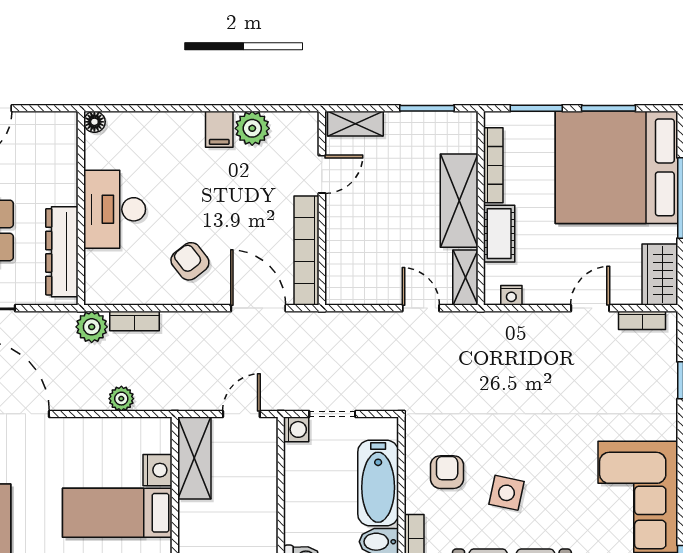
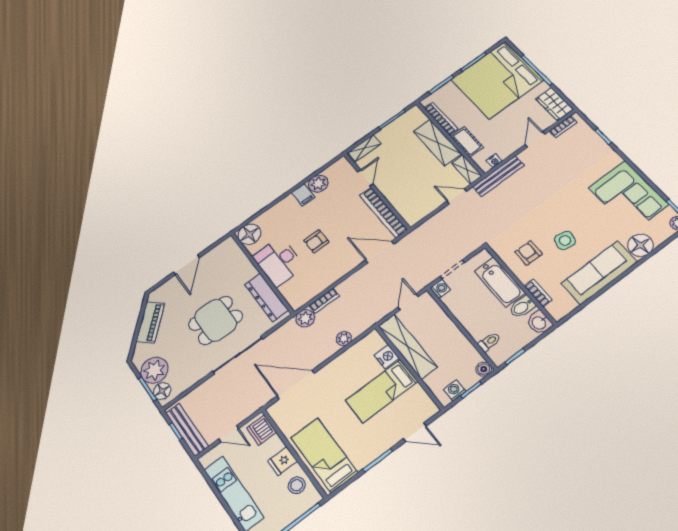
floor lamp: (94, 122) -> (249, 234), width x1.89, depth x1.89
armchair: (190, 261) -> (316, 241), moved, turned -52
bench: (498, 324) -> (498, 176), added
shelving: (194, 458) -> (408, 346), width x1.47

